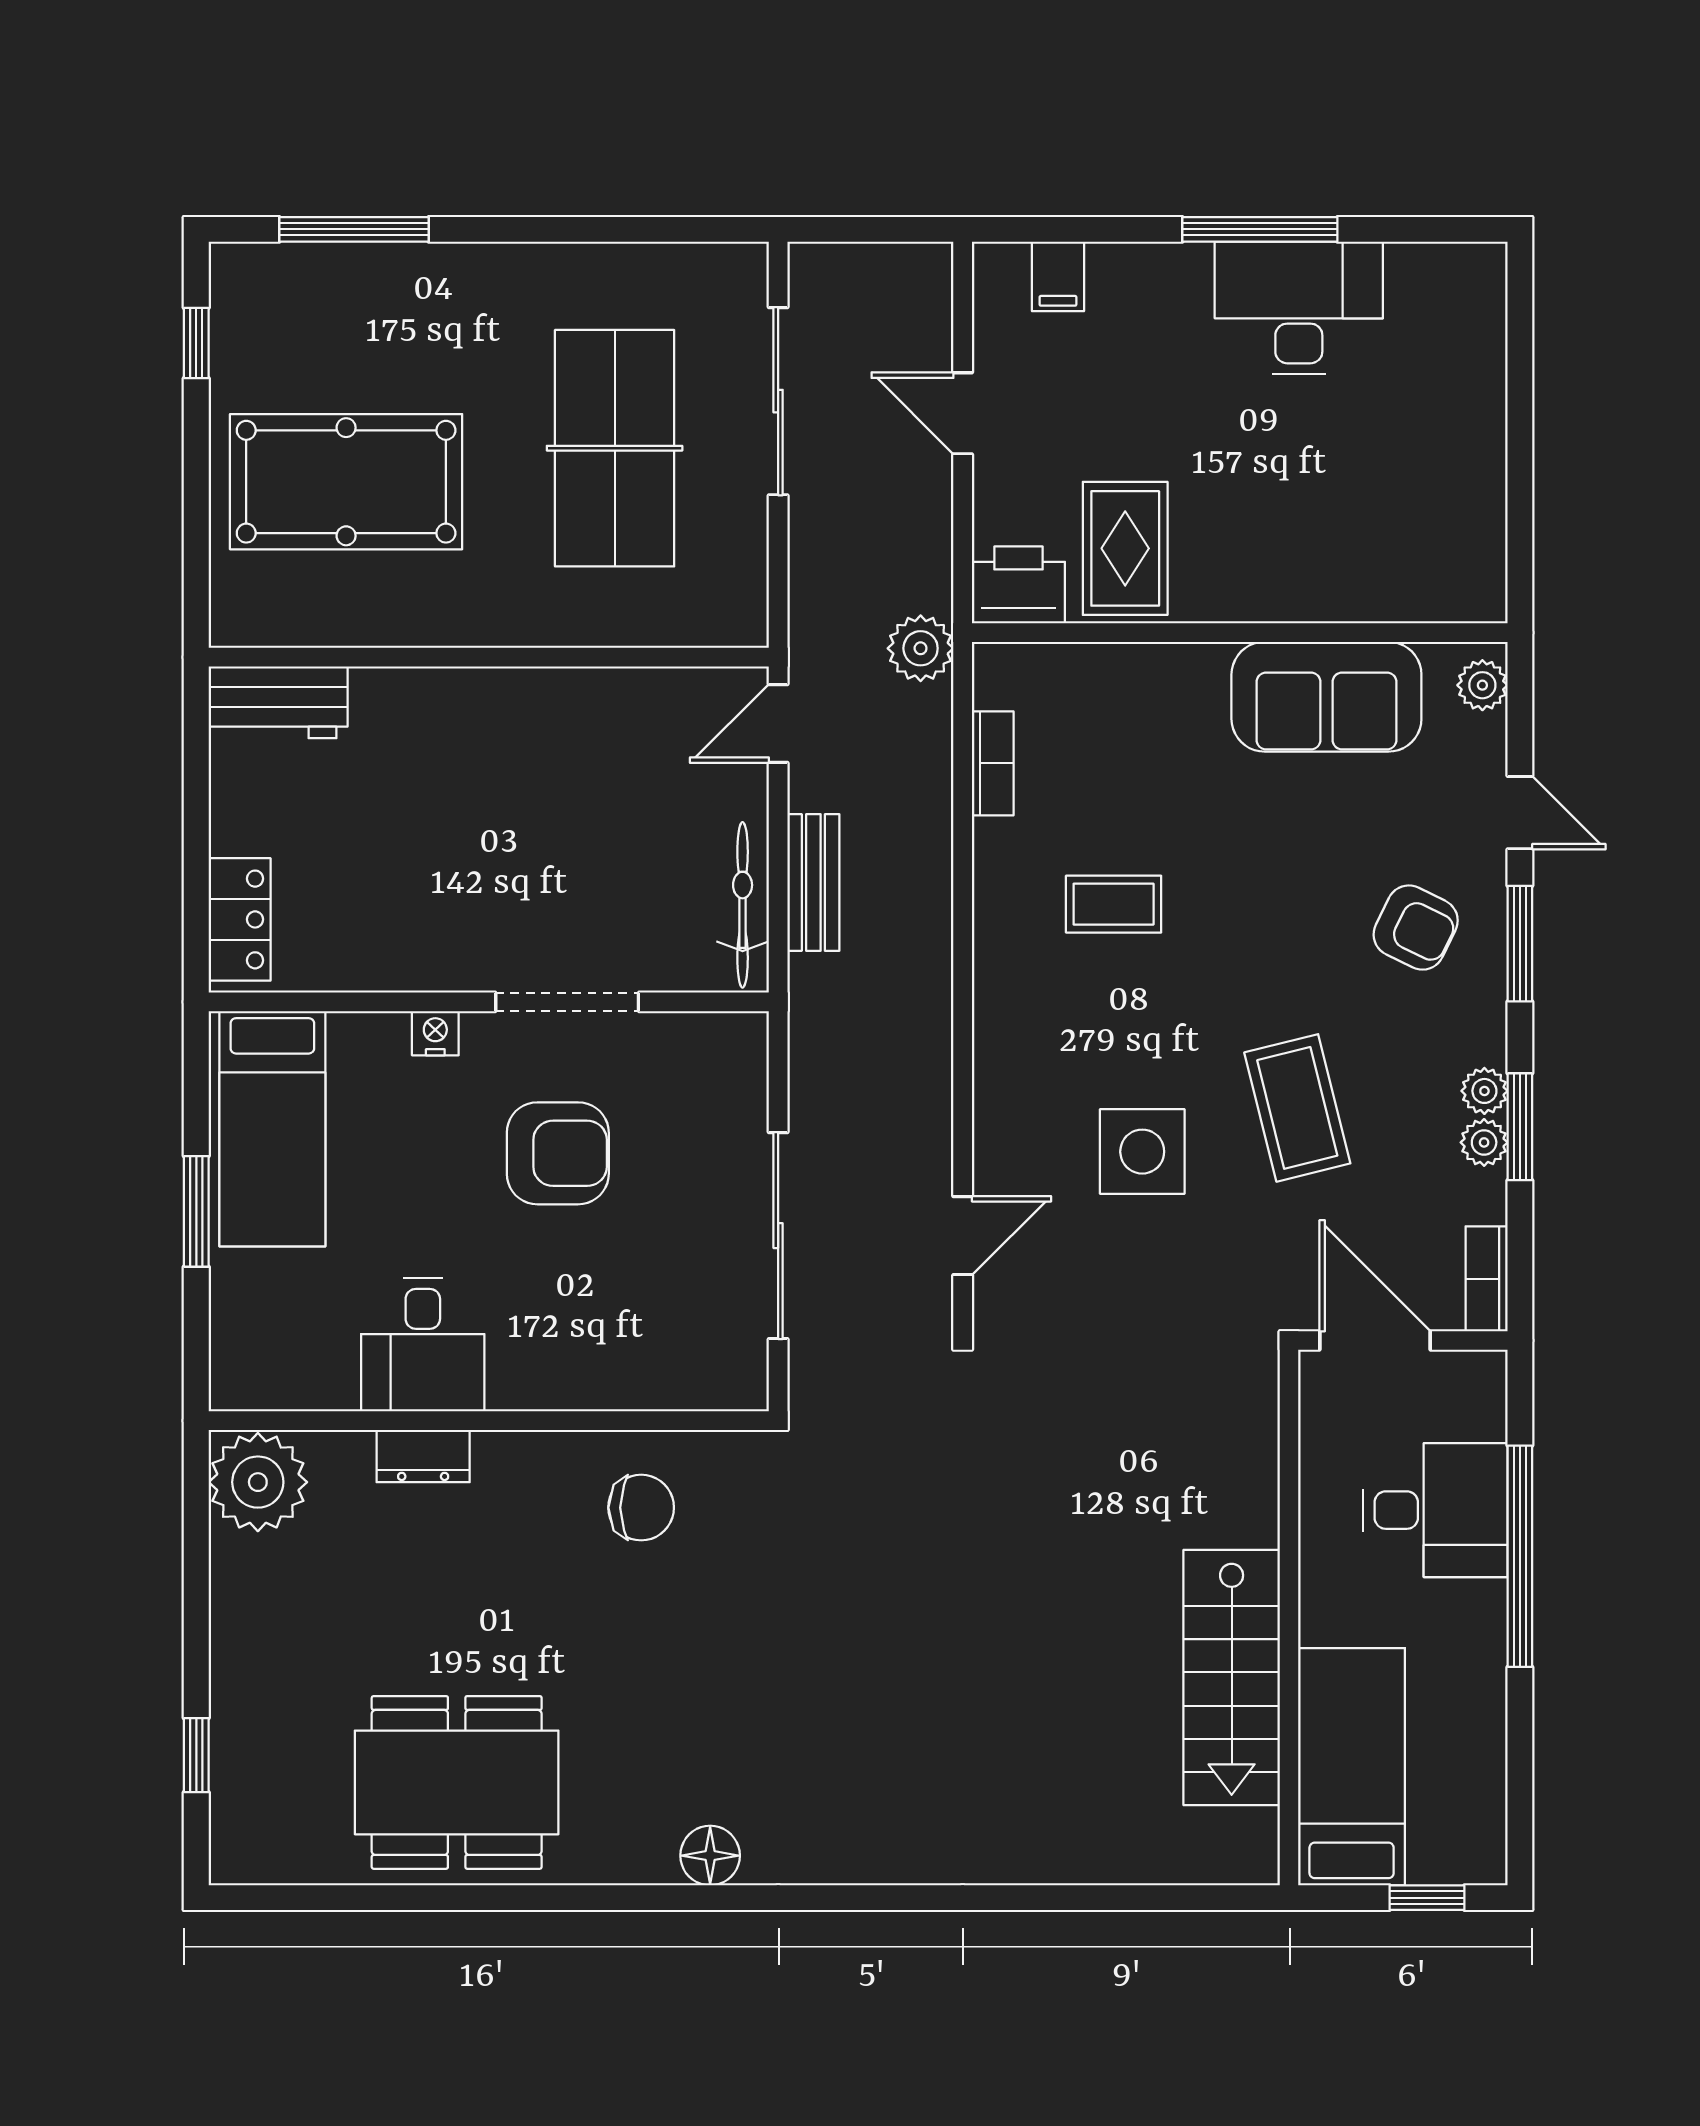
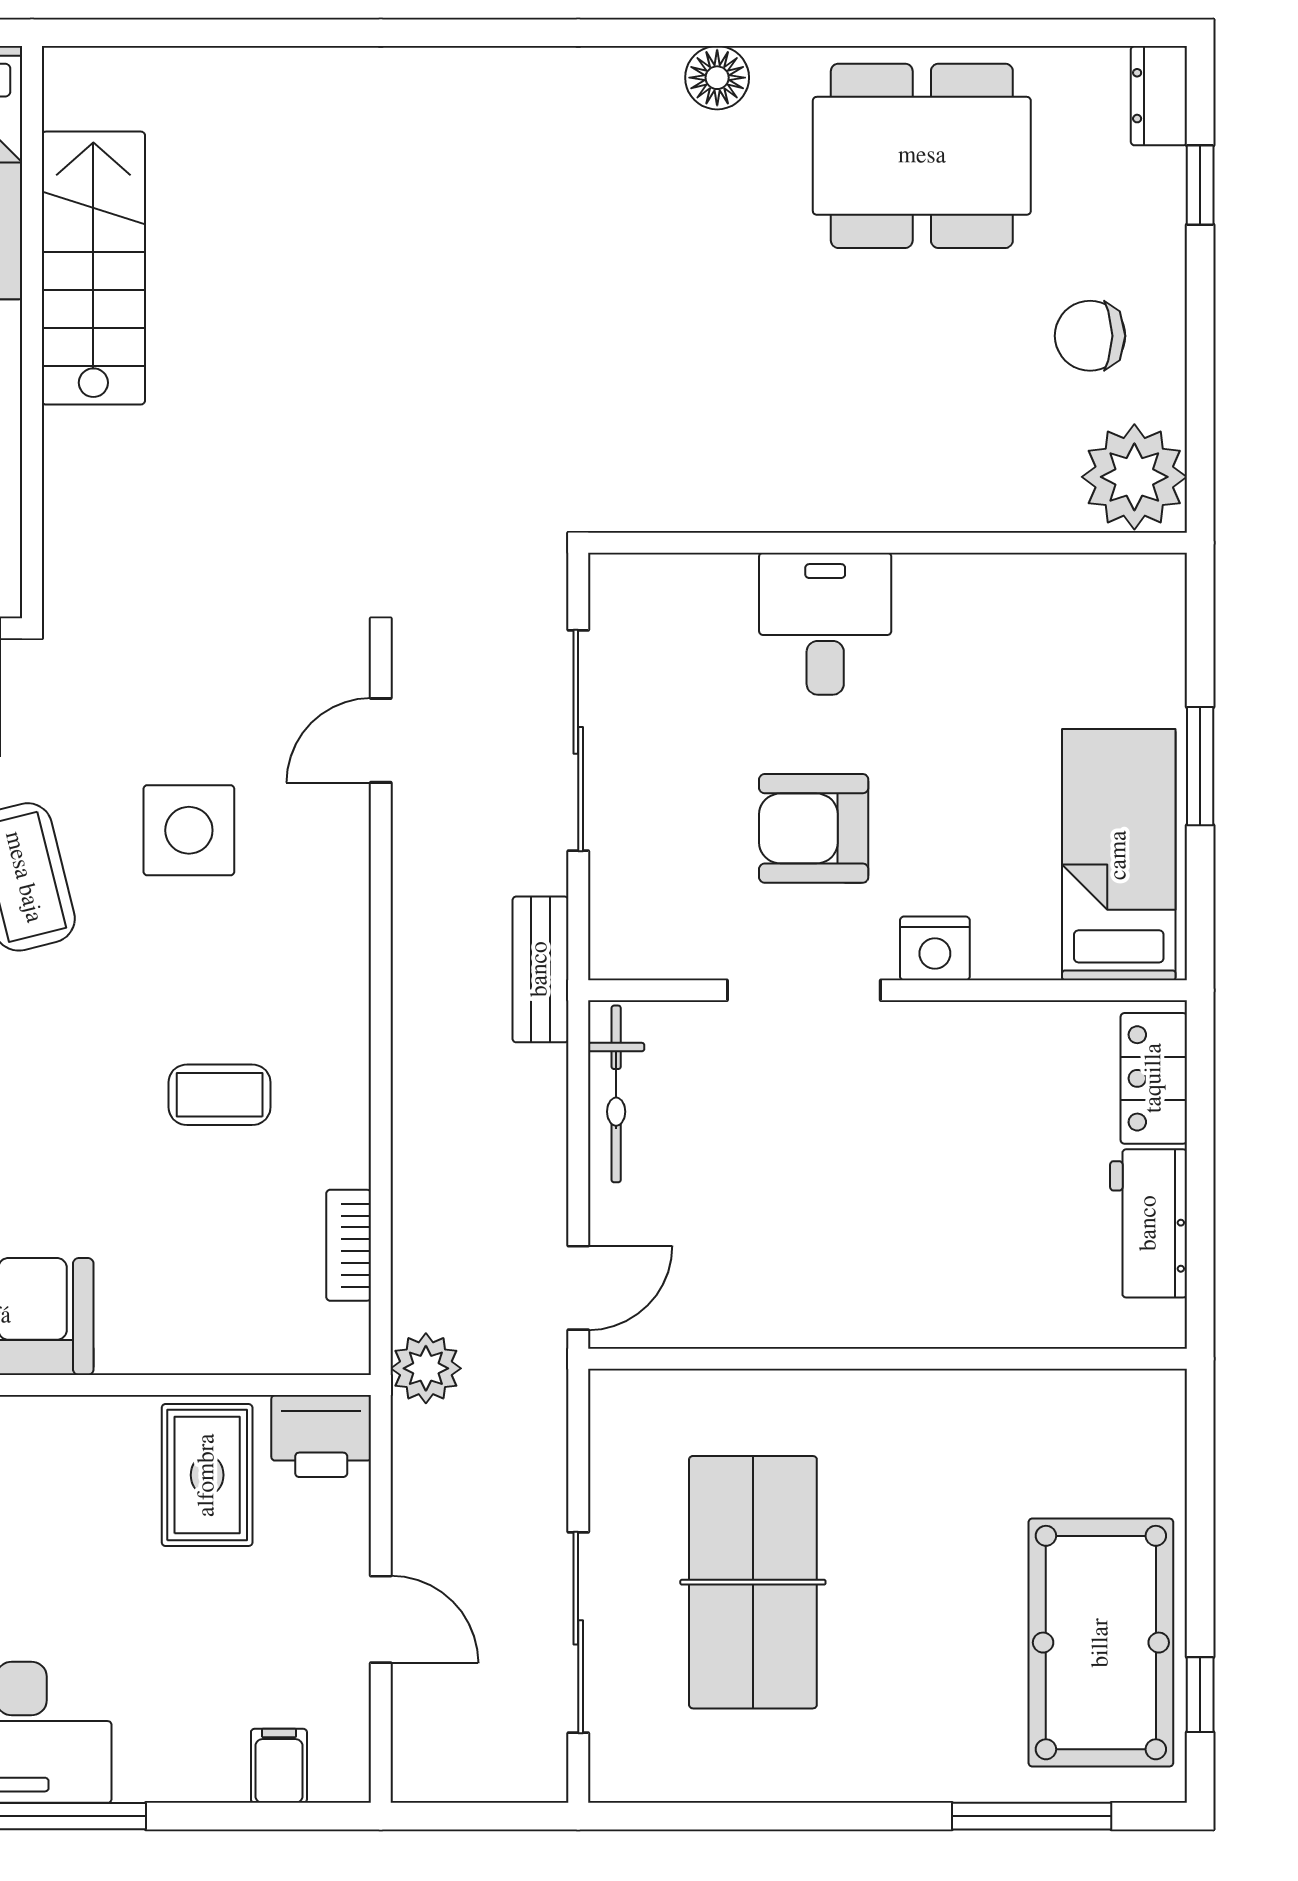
pool table: (346, 482) -> (1101, 1643), moved, turned 90
workbench: (278, 702) -> (1149, 1223), moved, turned -90
bench: (813, 882) -> (540, 969), moved
nightstand: (435, 1033) -> (935, 948), width x1.39, depth x1.35
desk: (423, 1345) -> (825, 624), moved
dresser: (423, 1456) -> (1159, 96), moved, turned -90
chair: (641, 1508) -> (1090, 336), moved
floor lamp: (710, 1856) -> (717, 78), moved

